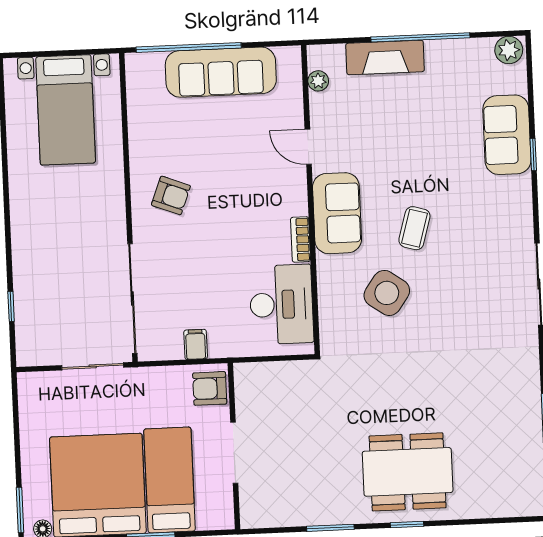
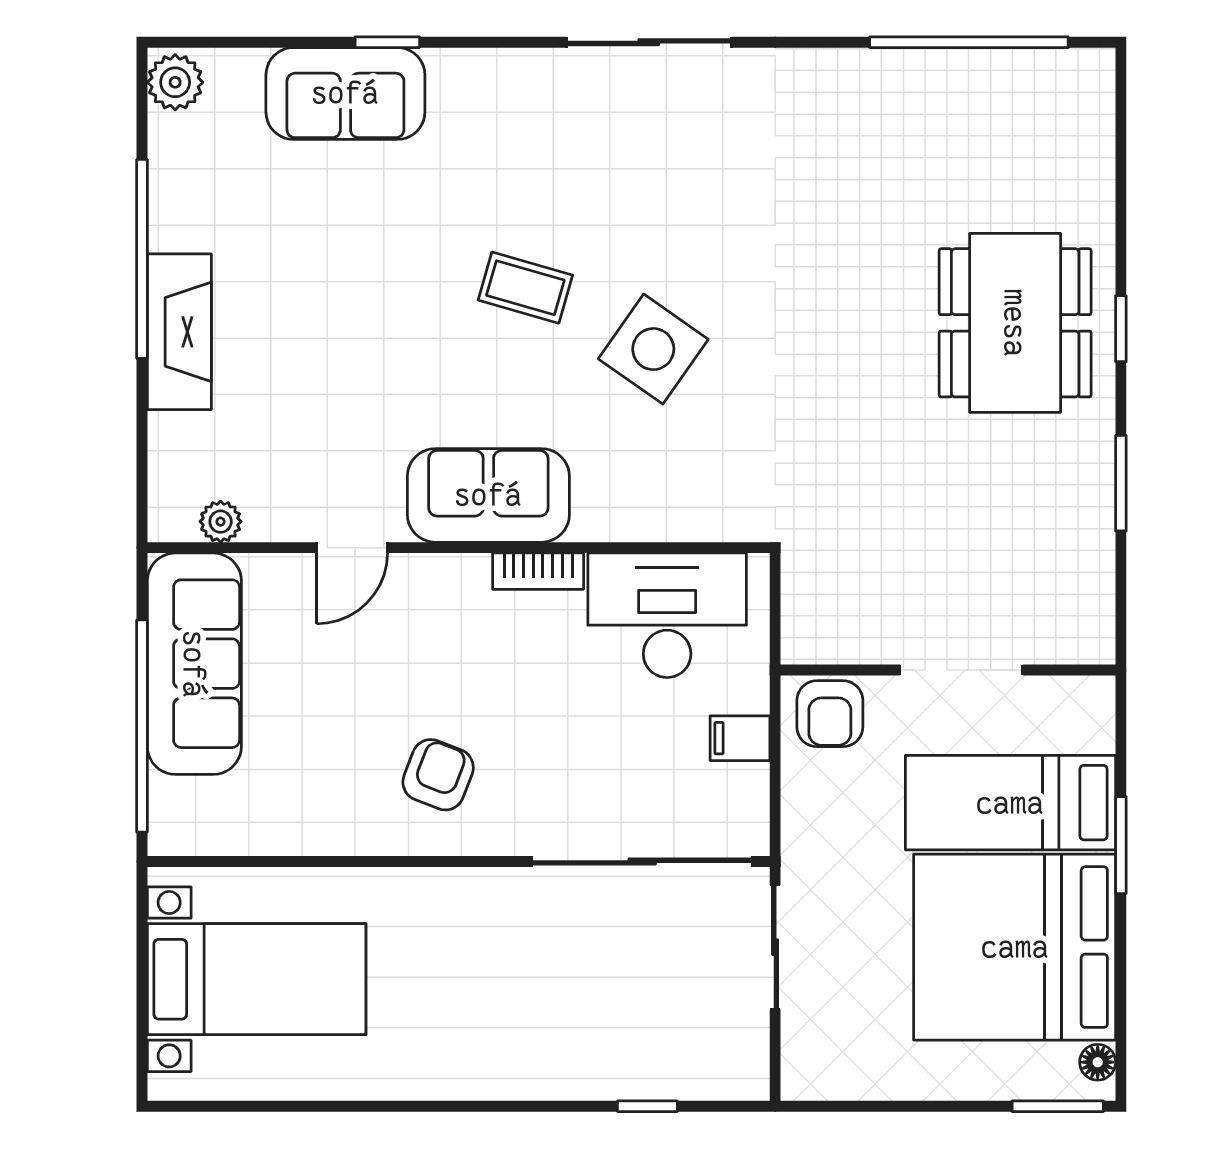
plant: (318, 81) -> (221, 522), moved
door: (308, 147) -> (352, 548), moved
wall: (310, 200) -> (459, 548), moved
sofa: (337, 213) -> (488, 495), moved
bookcase: (300, 239) -> (538, 571), moved
desk: (281, 304) -> (667, 615), moved

